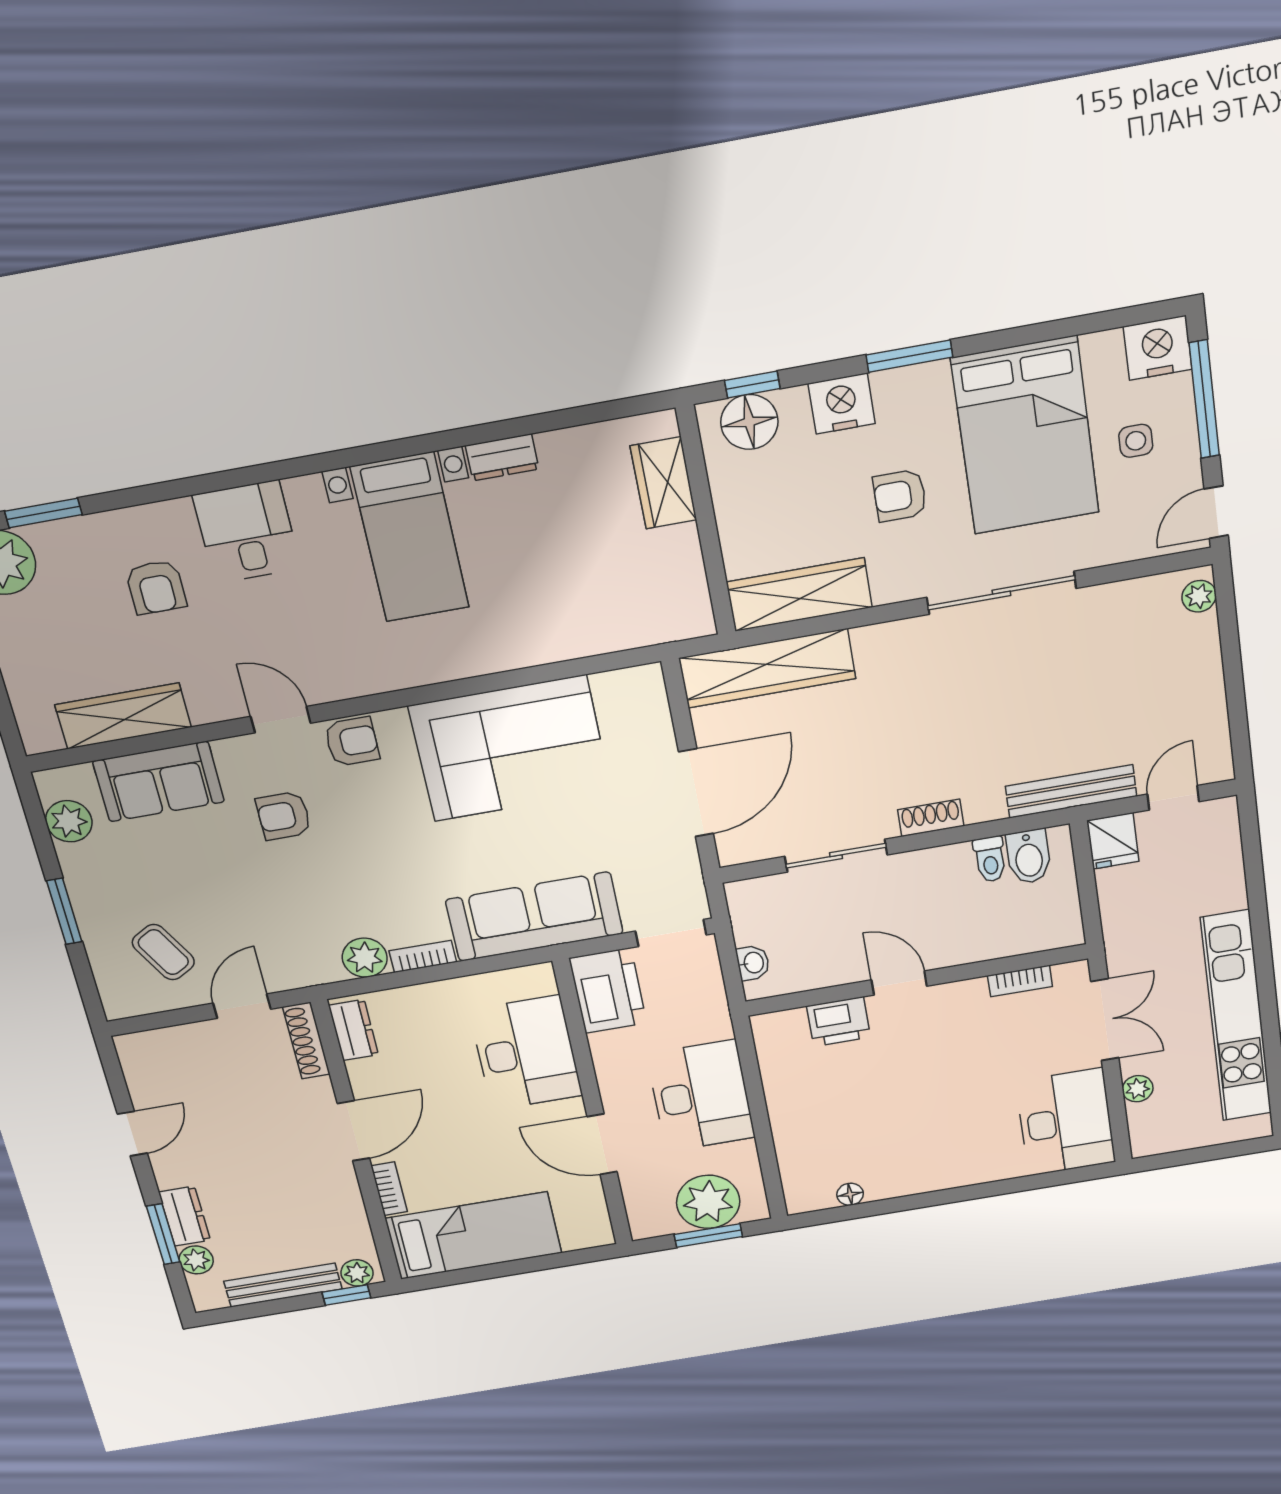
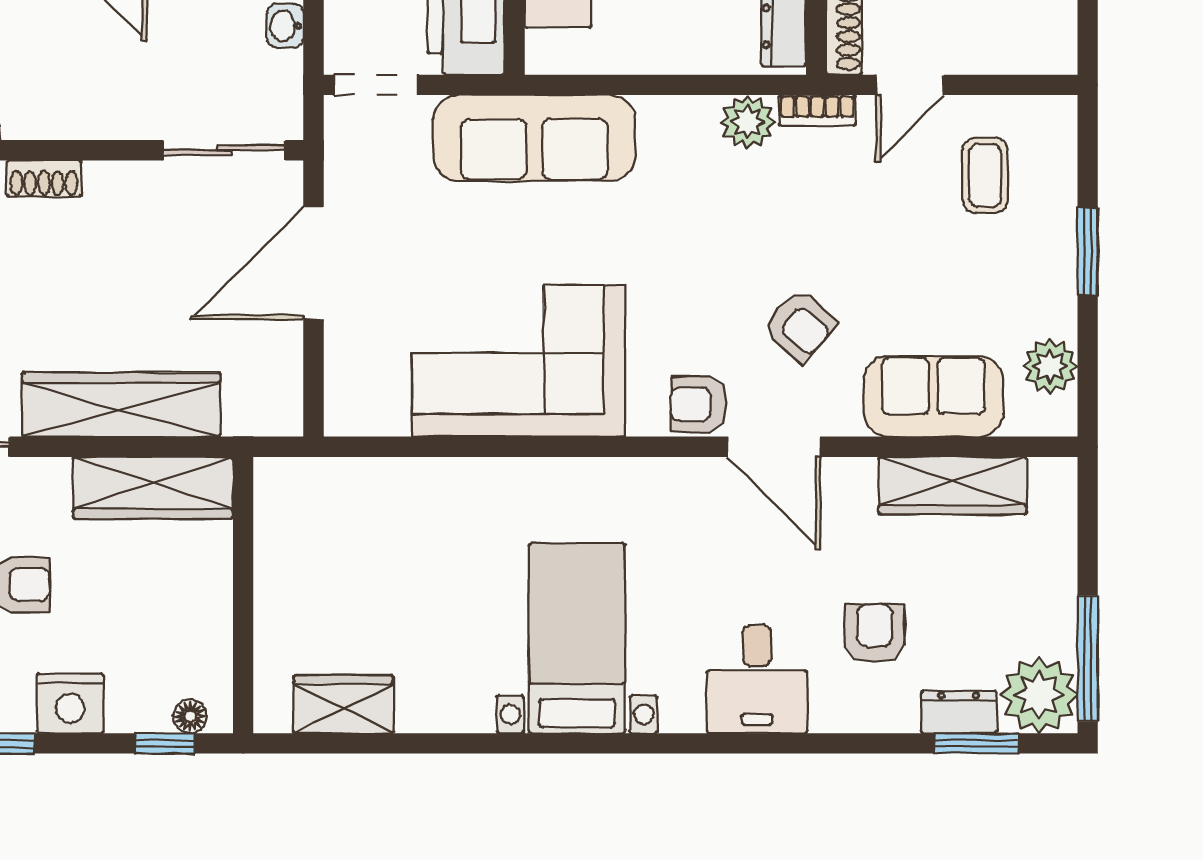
floor lamp: (749, 422) -> (190, 716), width x0.53, depth x0.53
dresser: (502, 457) -> (959, 712), moved
wardrobe: (664, 483) -> (343, 704), moved, turned -90
wardrobe: (767, 668) -> (121, 405), moved
door: (281, 720) -> (774, 447), width x1.38
armchair: (284, 816) -> (799, 326), turned 41
sliding door: (836, 856) -> (224, 150), moved
coffee table: (163, 952) -> (985, 175), turned 30
bookcase: (423, 956) -> (817, 110), moved

